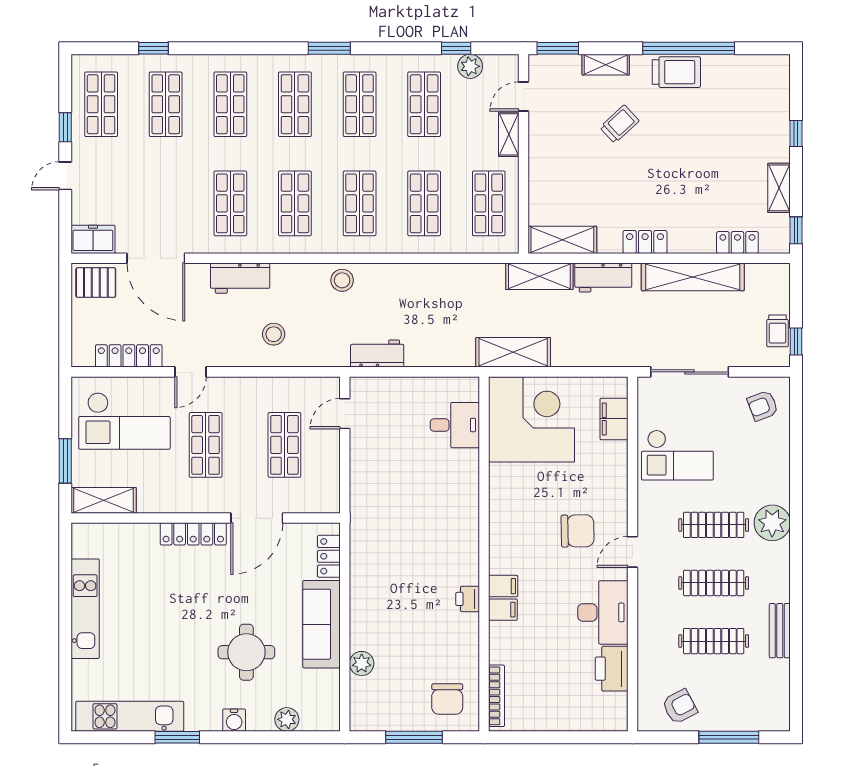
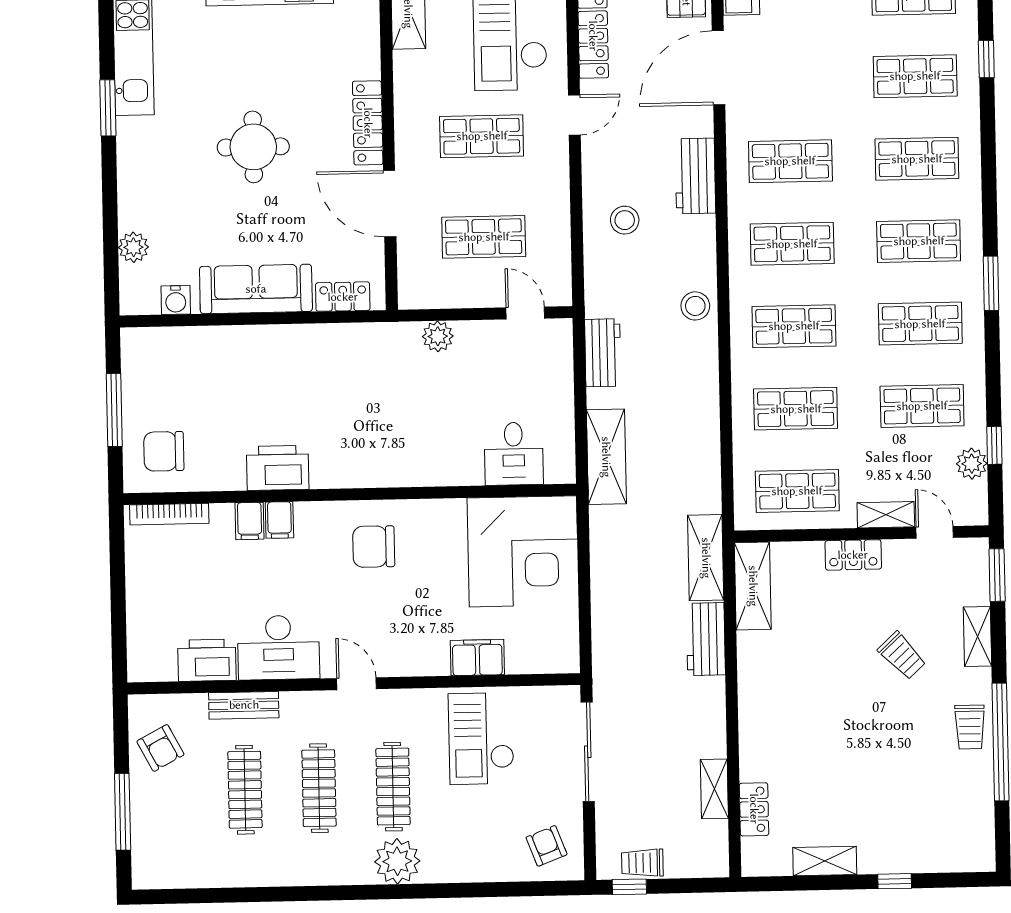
trolley: (676, 72) -> (970, 727), width x0.73, depth x0.72
window: (796, 230) -> (771, 884), removed
locker: (645, 242) -> (853, 555), moved, turned 90
shelving: (693, 277) -> (714, 789), width x0.45, depth x0.75
shelving: (513, 352) -> (606, 457), moved
door: (190, 372) -> (574, 115), swing flipped
filing cabinet: (614, 419) -> (477, 658), moved
chair: (578, 531) -> (374, 547), moved, turned 91
filing cabinet: (503, 586) -> (250, 521), moved
printer: (468, 599) -> (278, 468), width x1.87, depth x1.48
bench: (780, 631) -> (244, 705), moved
round table: (246, 652) -> (253, 147), moved
plant: (362, 663) -> (438, 336), moved
water cooler: (234, 720) -> (176, 300), moved, turned -90

